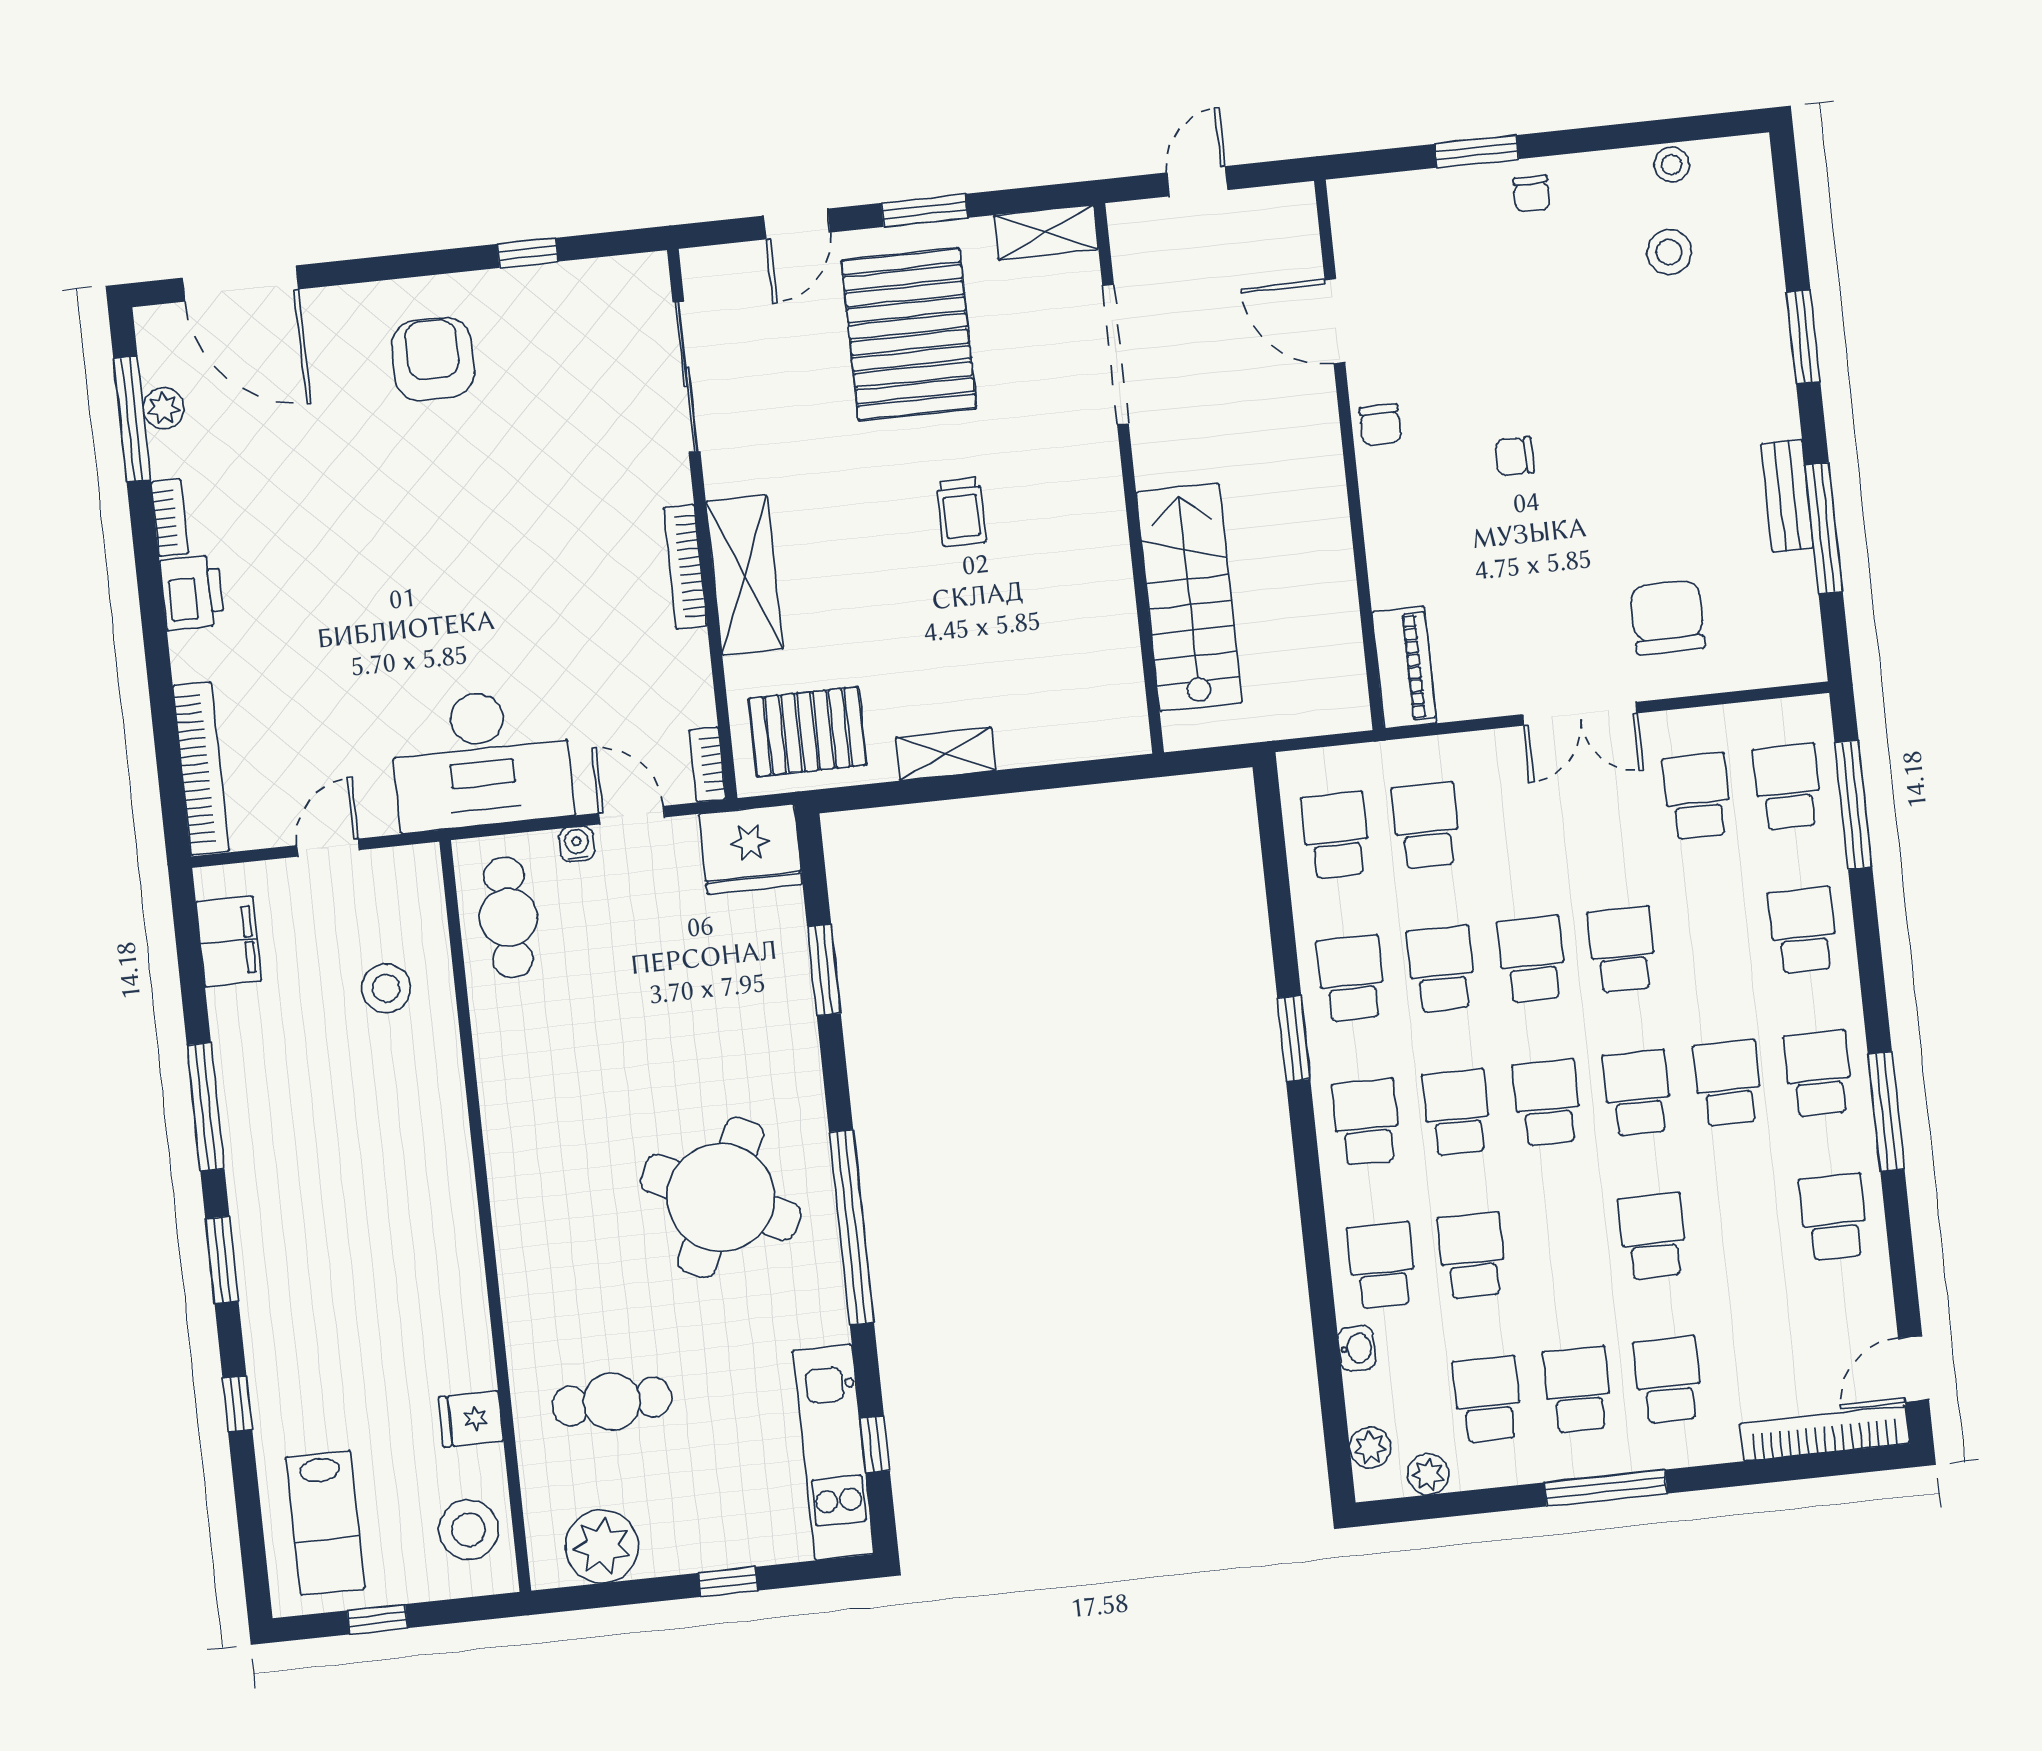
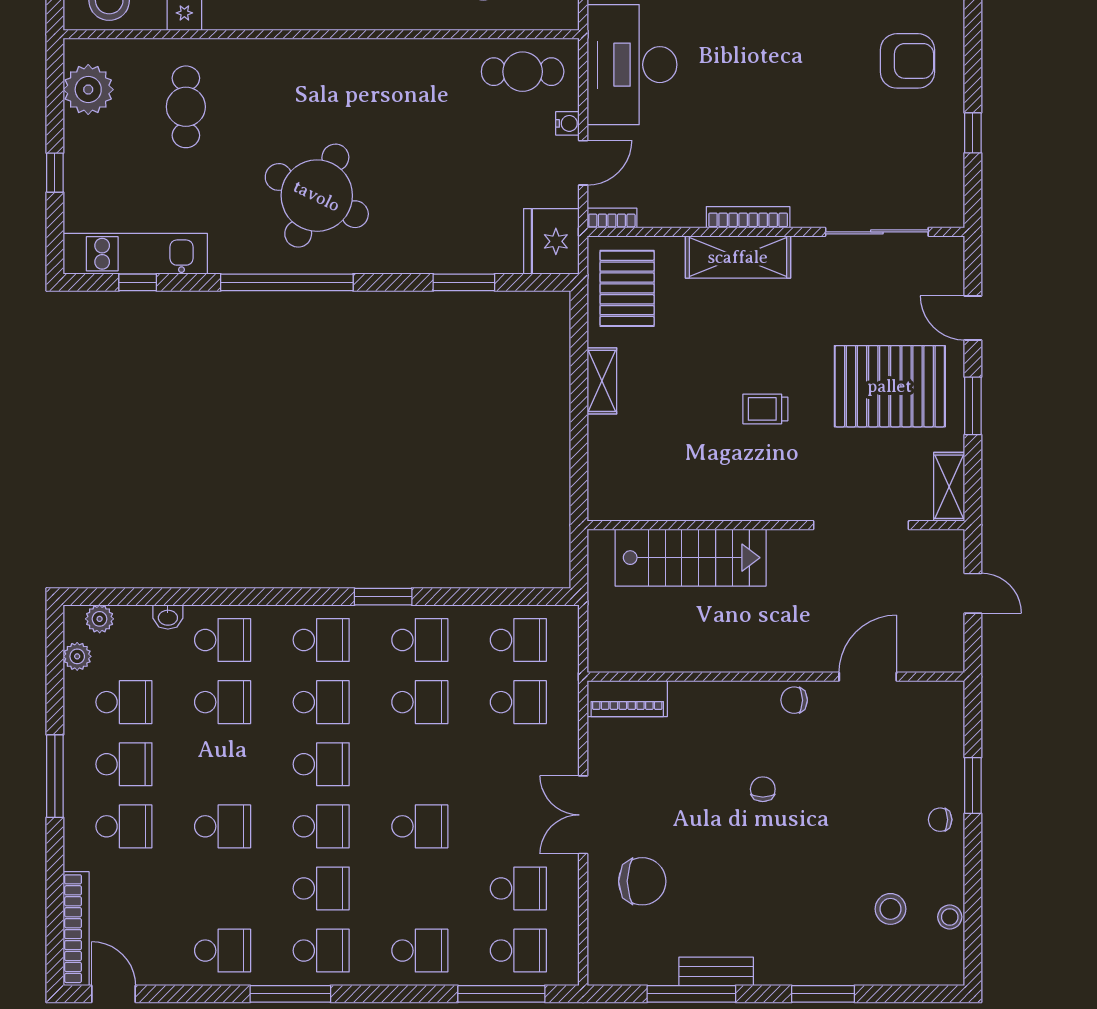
school desk: (1532, 959) -> (420, 764), removed

